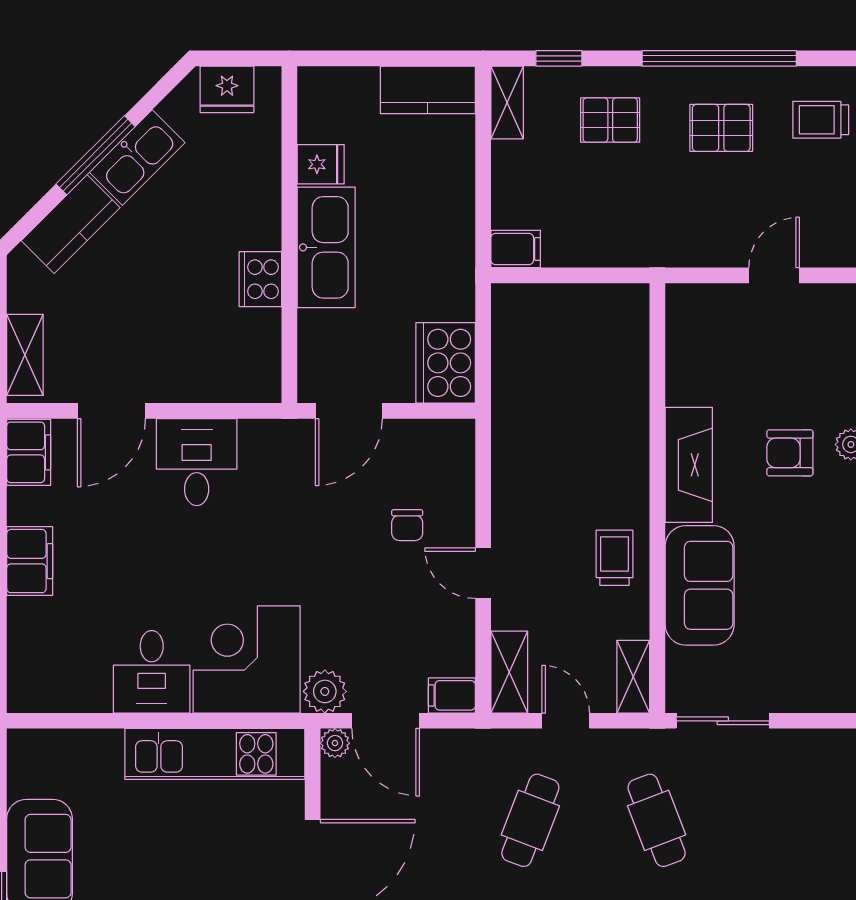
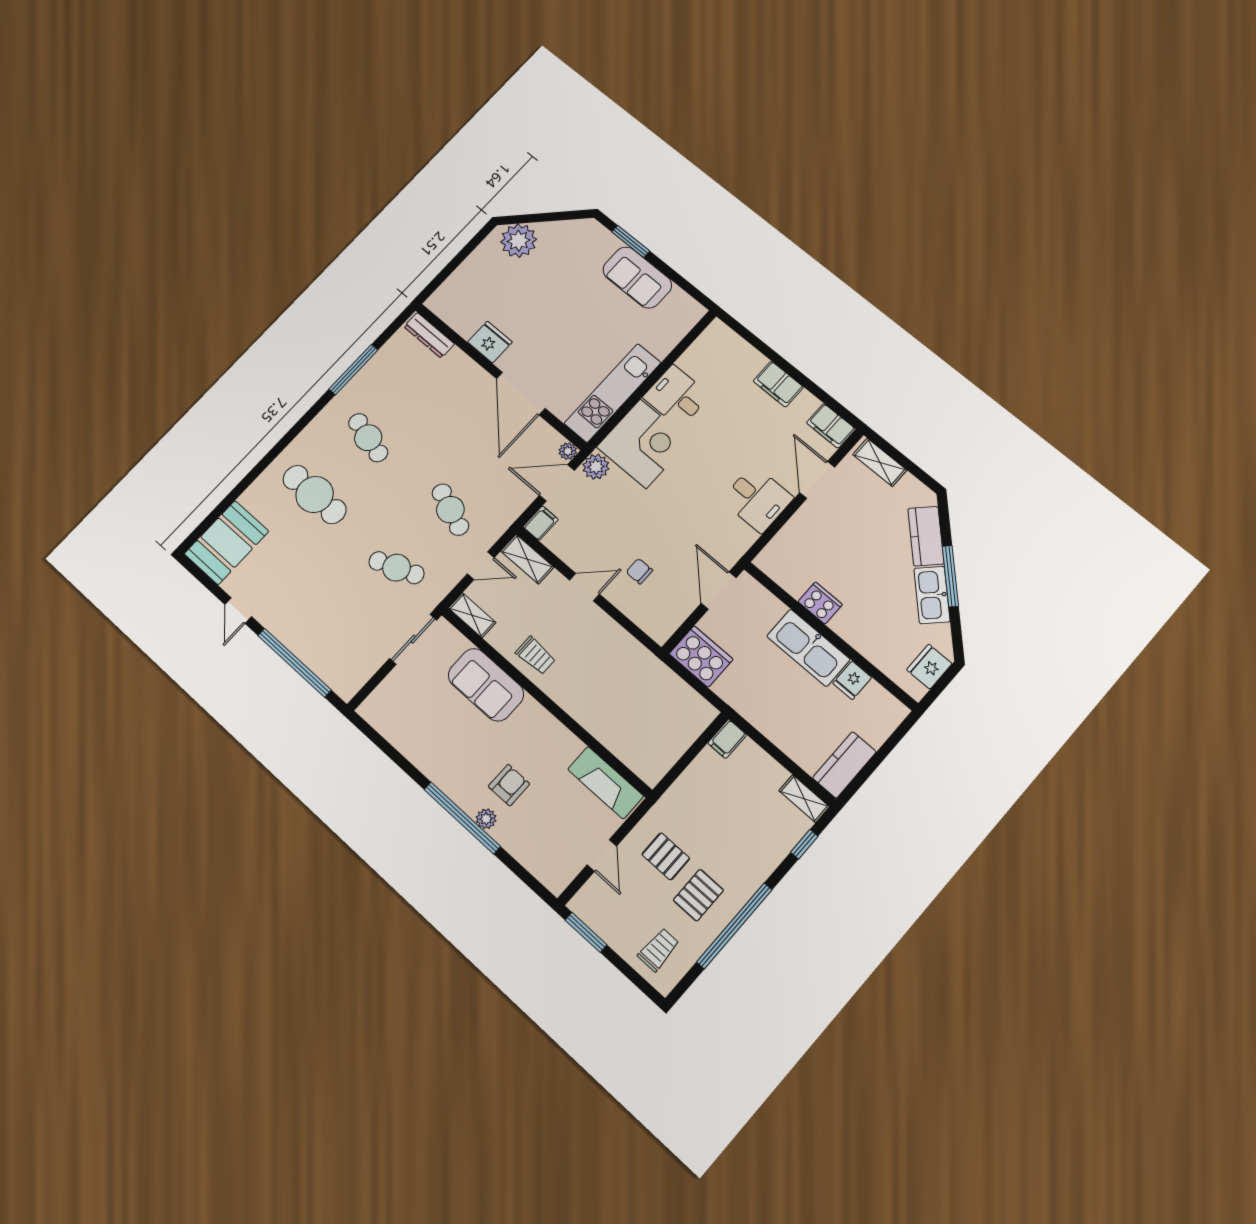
pallet: (610, 120) -> (666, 856), moved, turned 90
fireplace: (689, 465) -> (606, 783), moved

